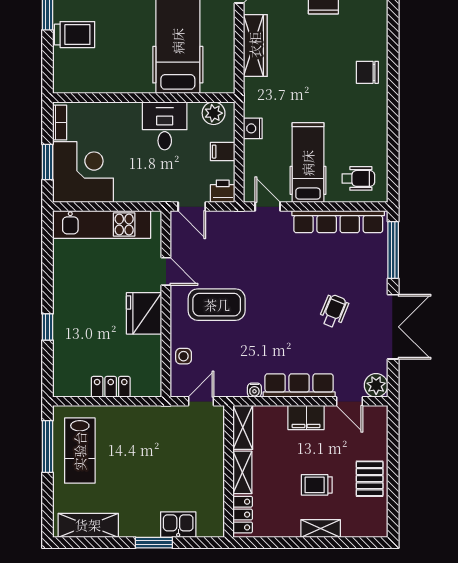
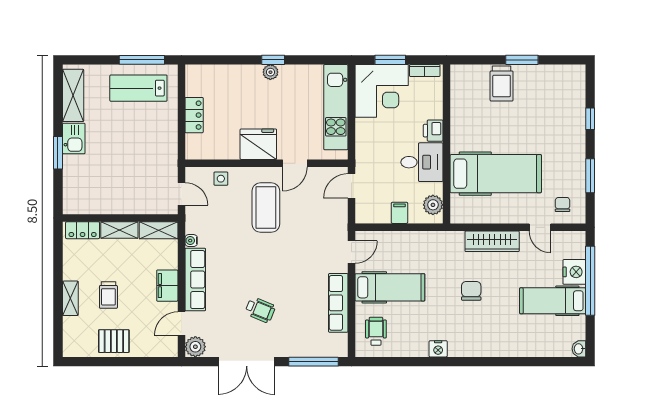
chair: (367, 72) -> (471, 291), moved
nightstand: (253, 128) -> (438, 349), moved, turned 180
wheelchair: (358, 178) -> (376, 331), turned 180
printer: (223, 191) -> (433, 131), moved, turned 180
row of seats: (338, 222) -> (338, 303), width x0.73
plant: (62, 299) -> (270, 72), added
window: (47, 327) -> (273, 60), moved
trolley: (317, 485) -> (108, 295), turned 180
kitchen sink: (178, 525) -> (74, 139), moved

